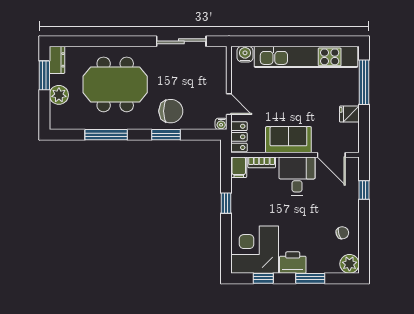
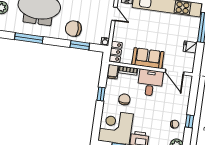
door: (229, 104) -> (114, 14), moved
chair: (171, 111) -> (73, 29), turned 180
window: (166, 135) -> (80, 45), moved
window: (364, 190) -> (189, 121), moved
chair: (262, 206) -> (124, 99), added

